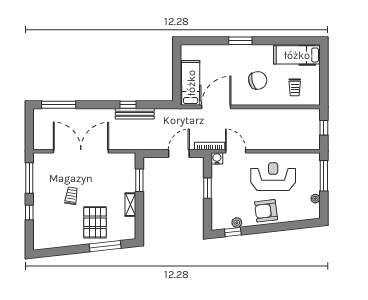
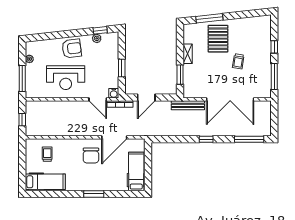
chair: (258, 80) -> (91, 155), moved, turned -75
hospital bed: (191, 83) -> (136, 171), moved, turned 180
window: (128, 105) -> (206, 139), moved
bench: (135, 114) -> (188, 105), moved

